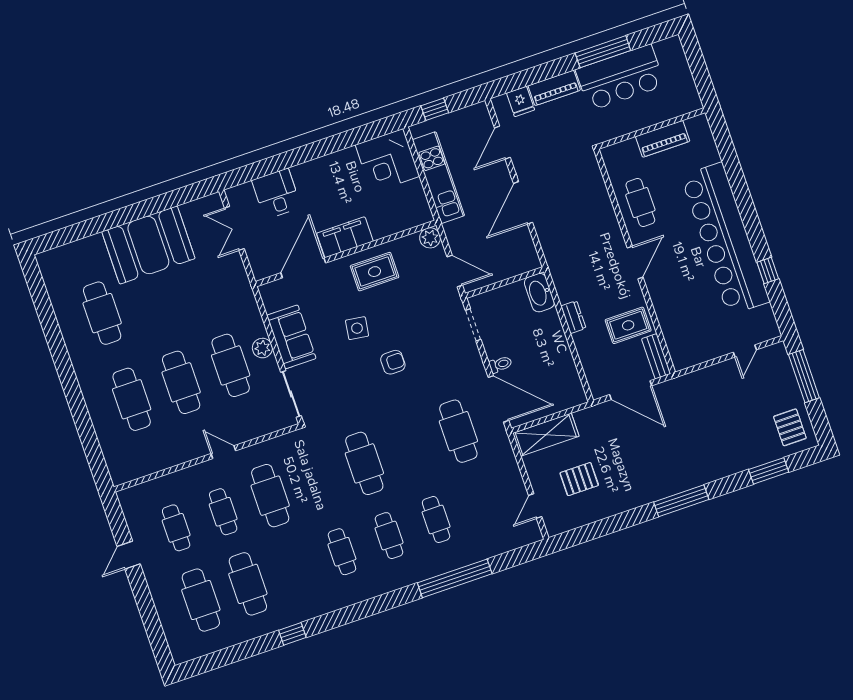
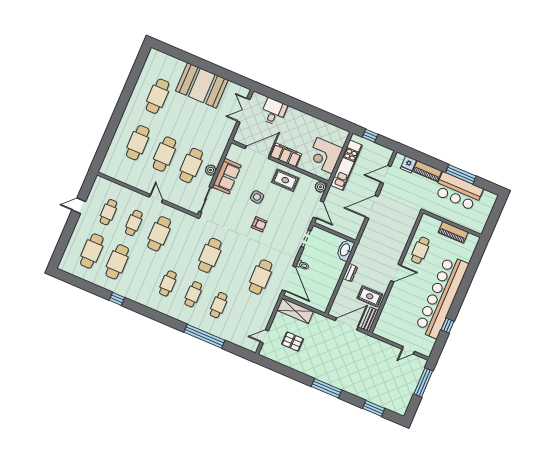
corner desk: (387, 161) -> (325, 156), moved
door: (631, 390) -> (347, 324), swing flipped
pallet: (790, 427) -> (398, 398), removed

